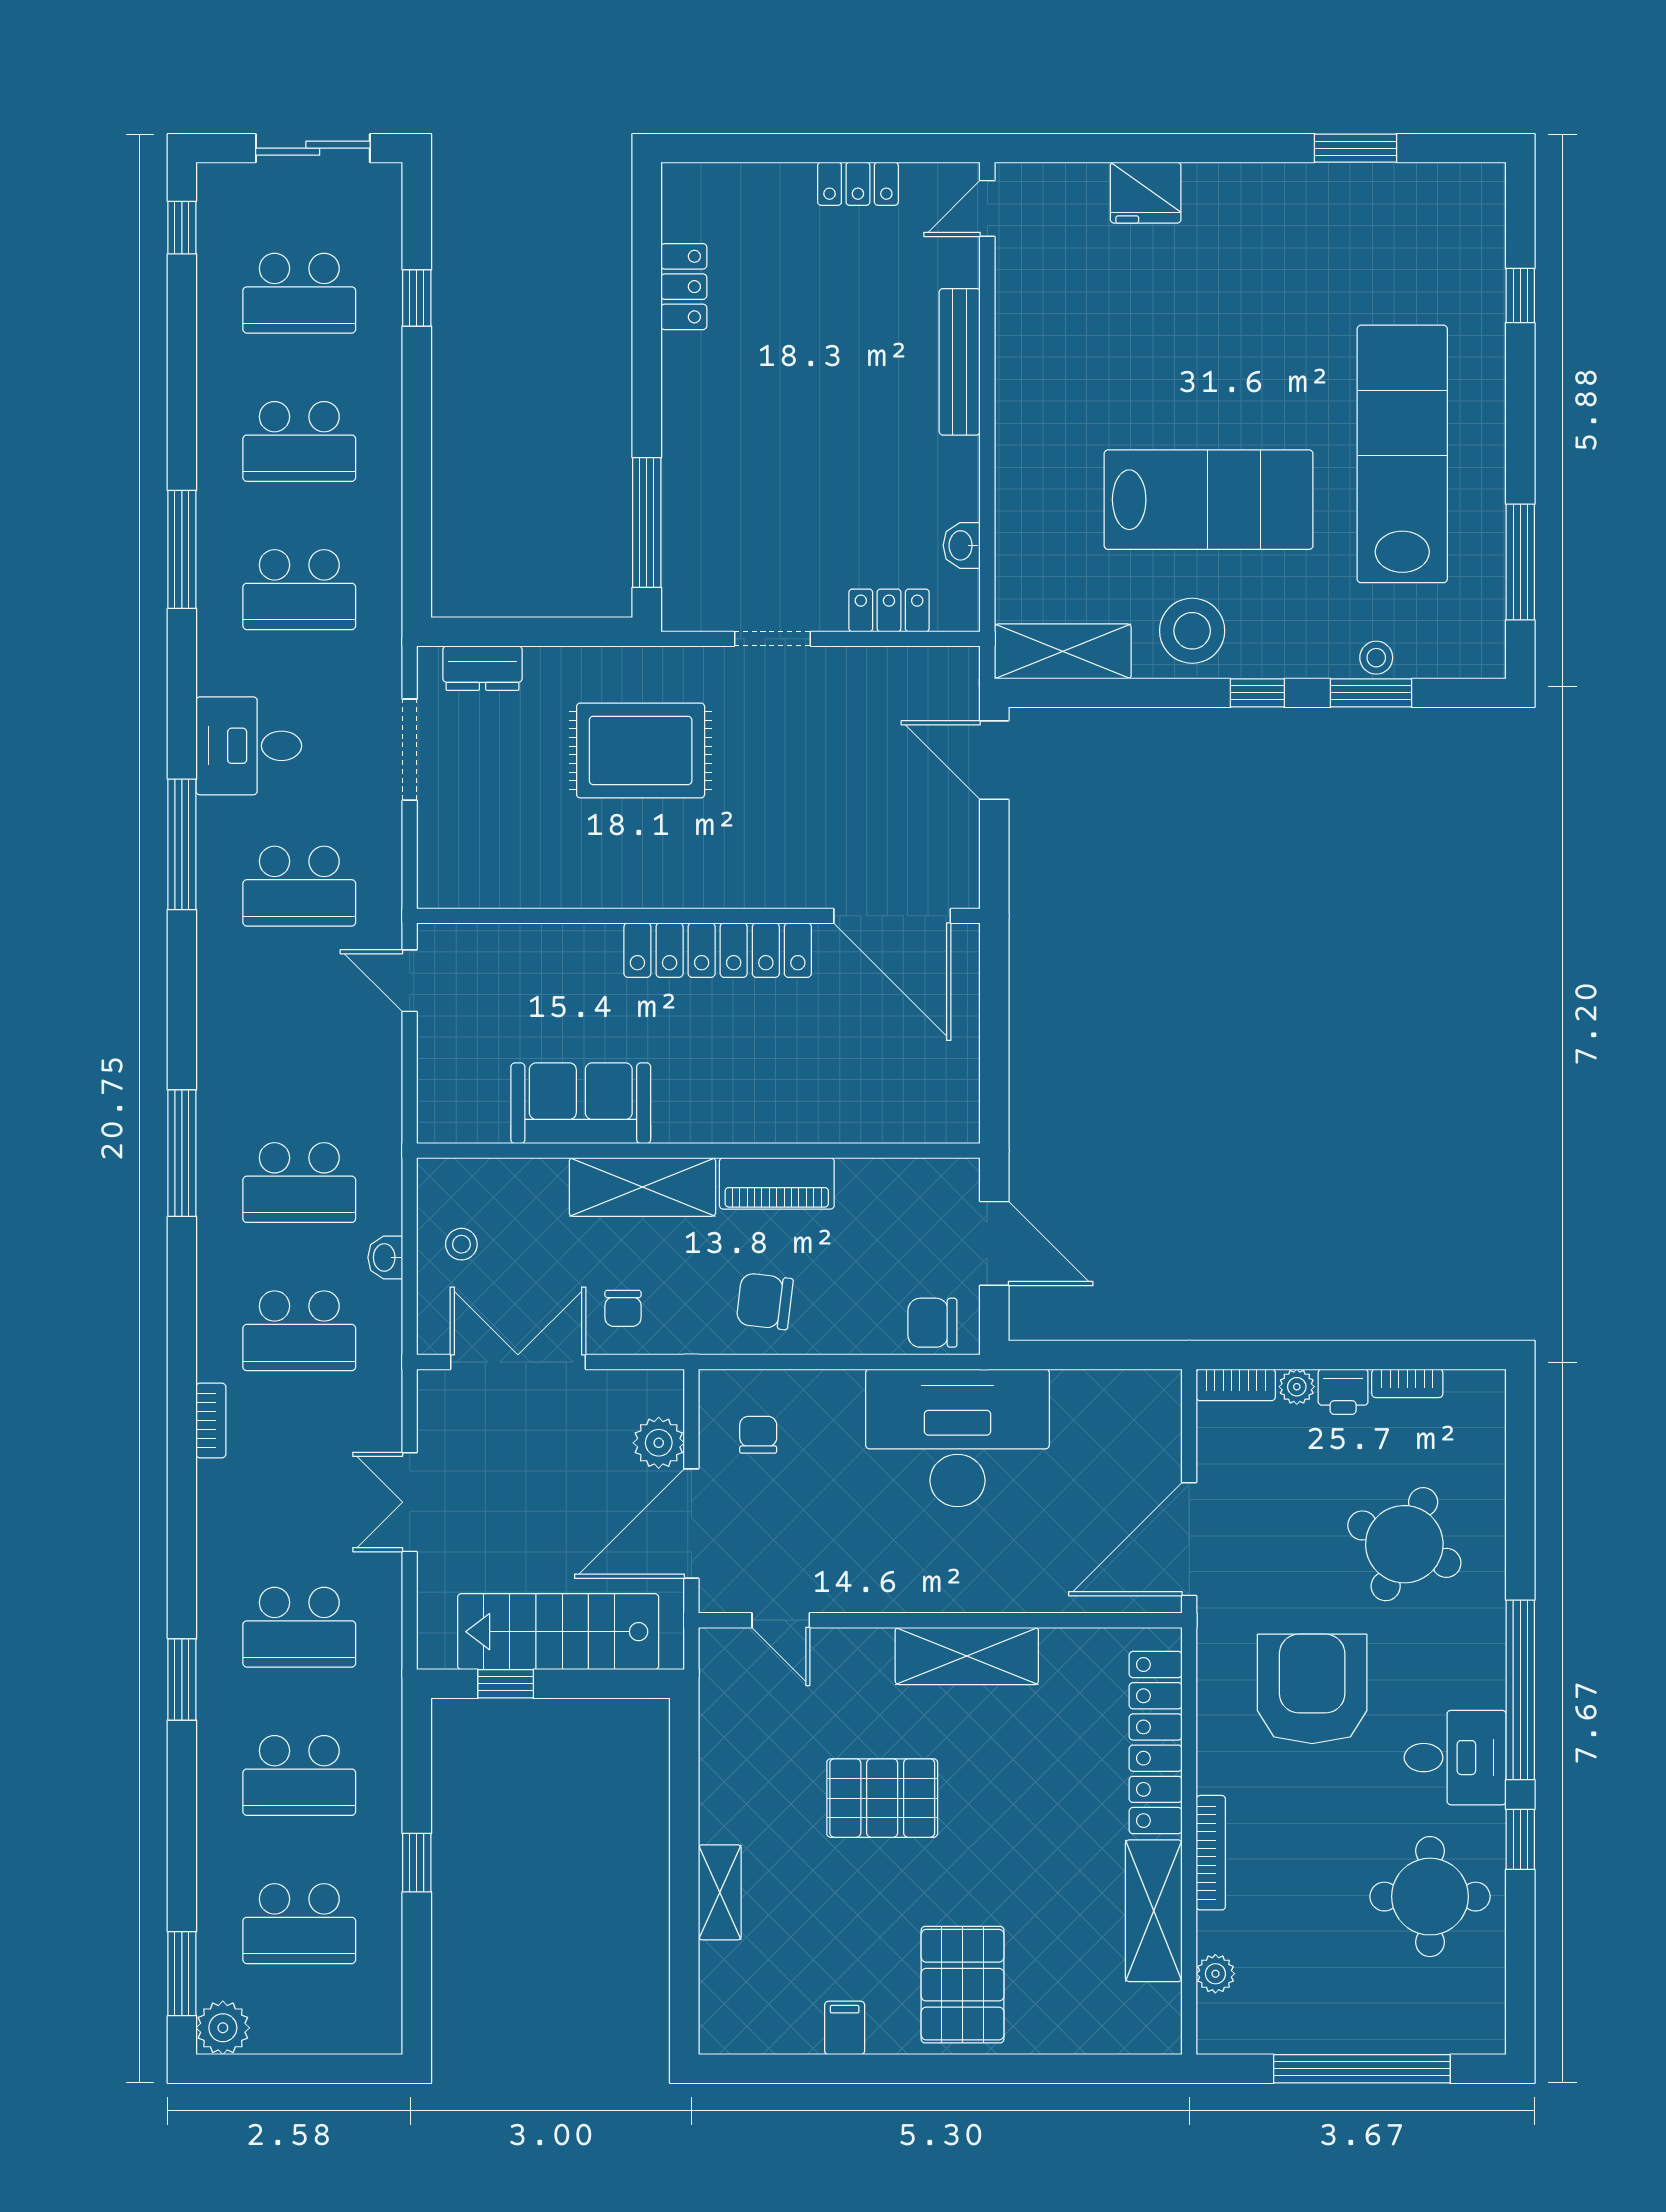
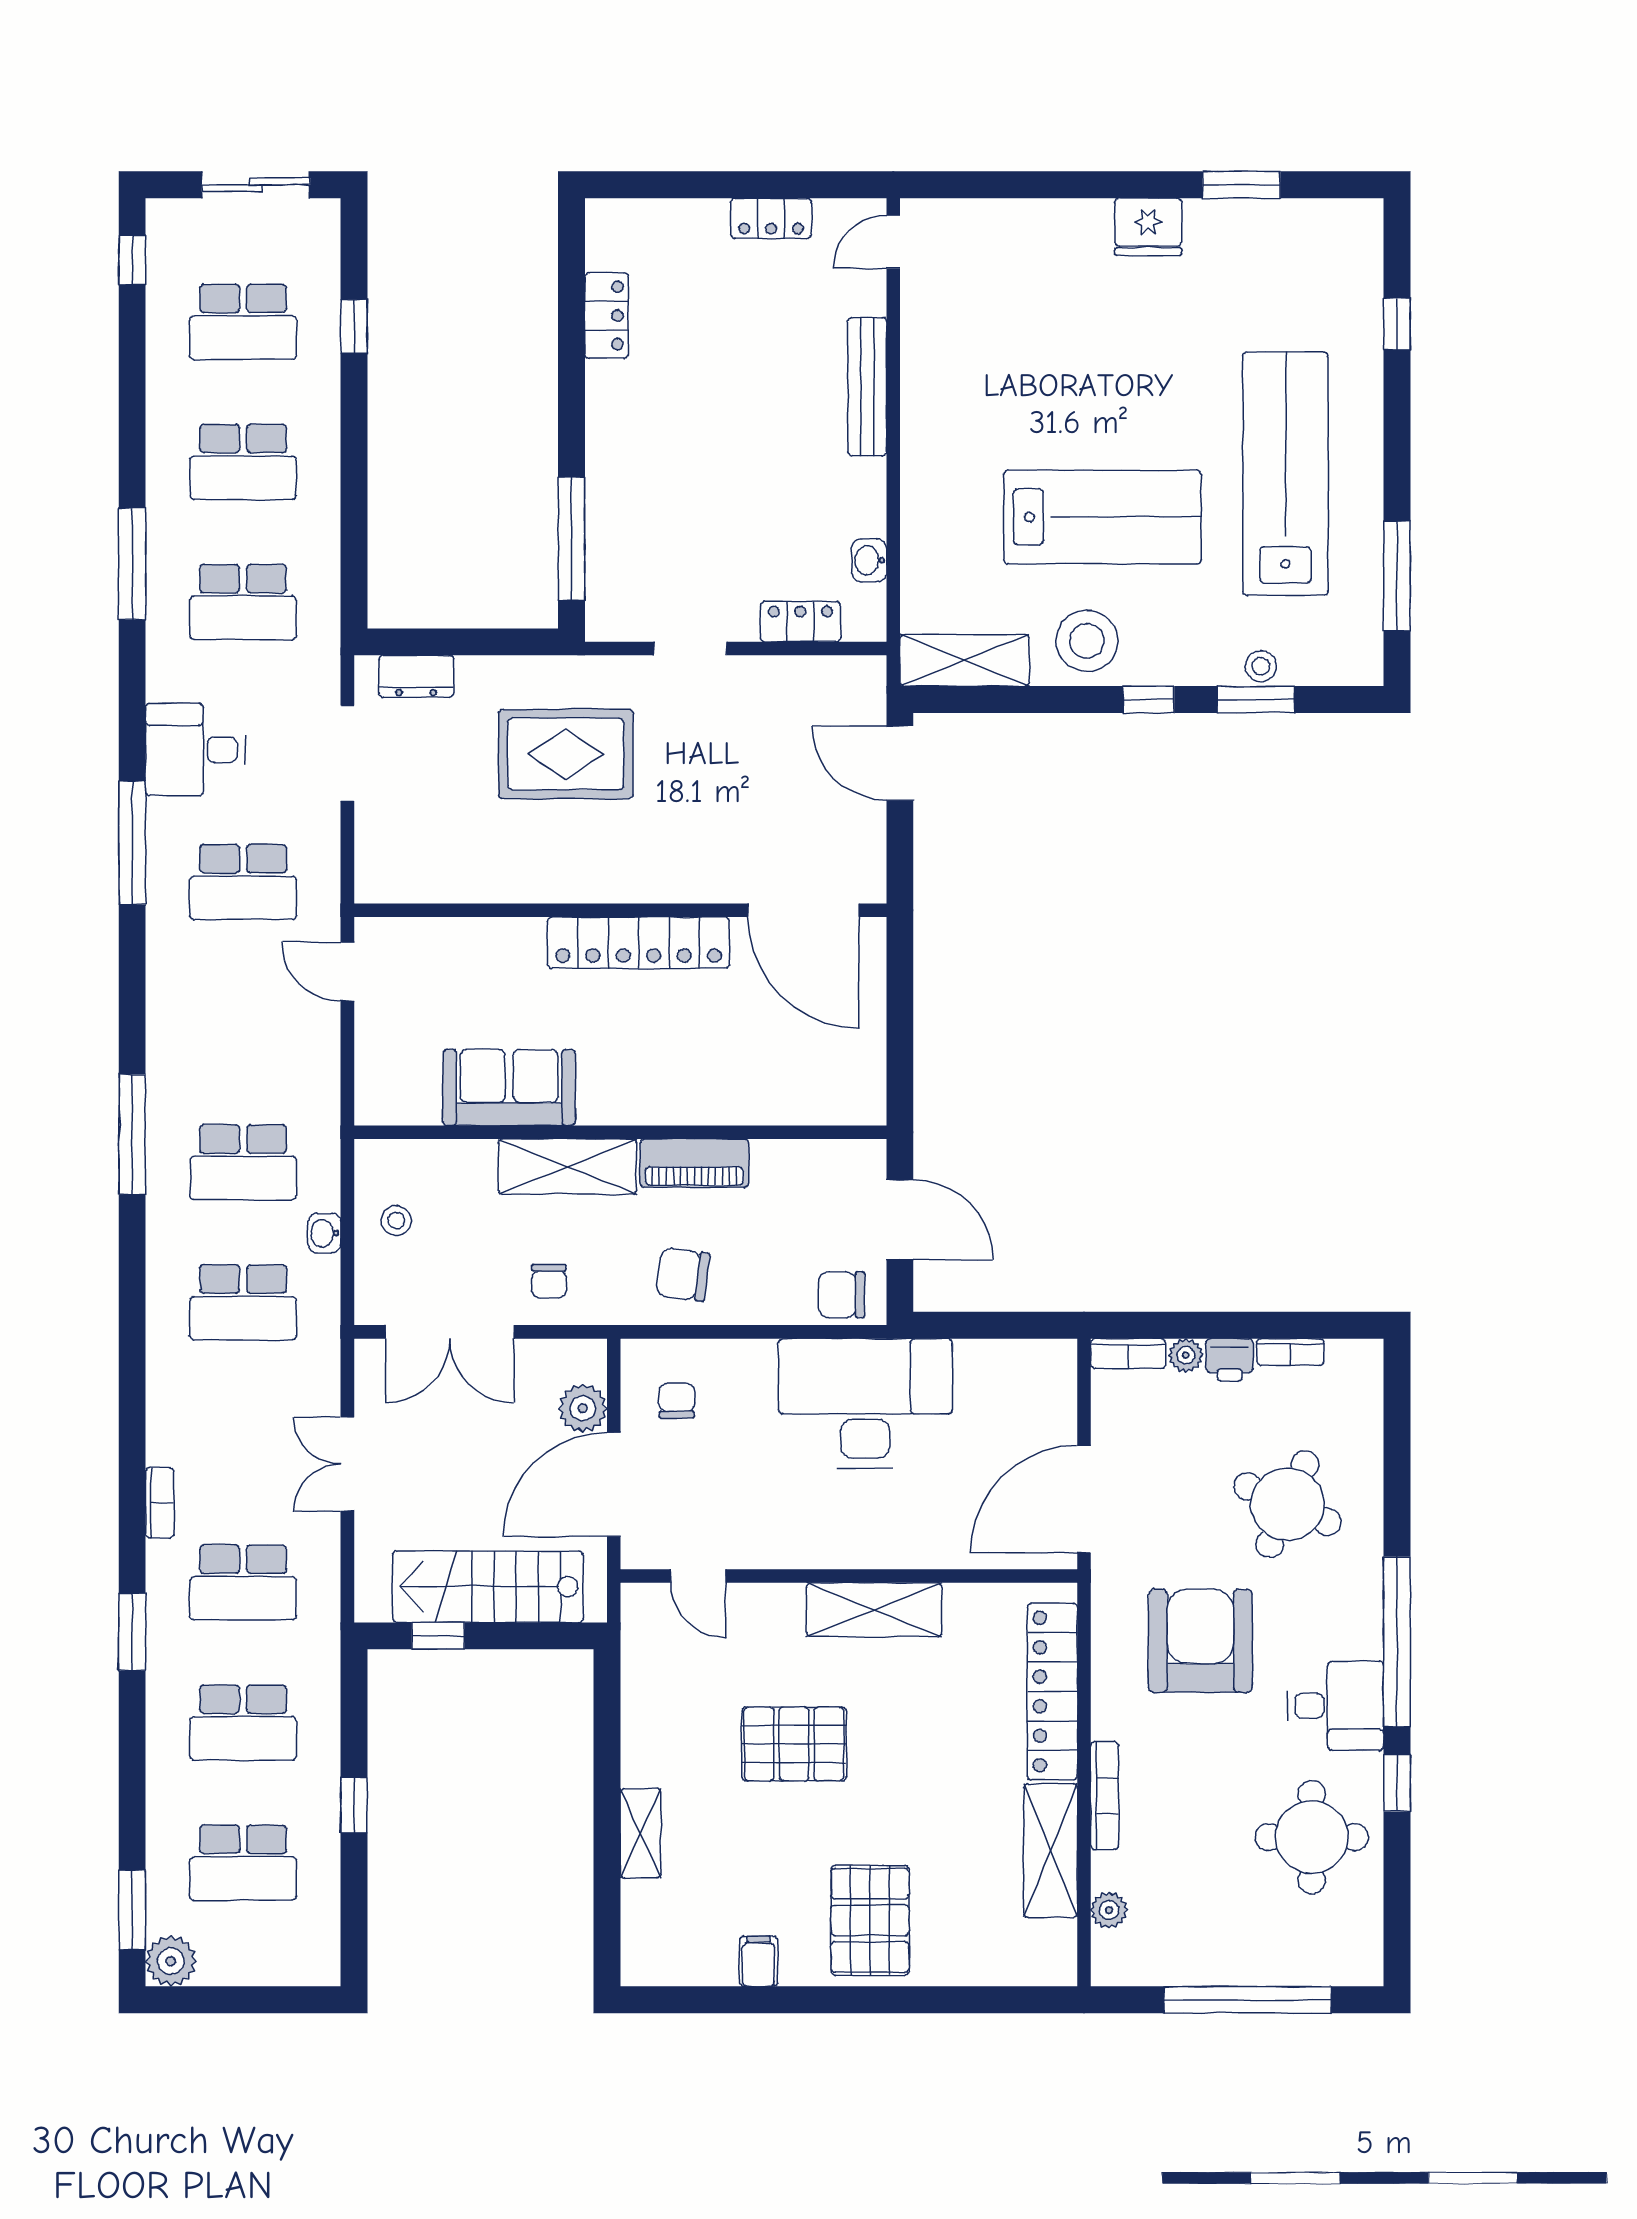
fridge: (1146, 193) -> (1148, 227), moved
double door: (518, 1362) -> (450, 1332), swing flipped
bookcase: (211, 1420) -> (160, 1503), moved

